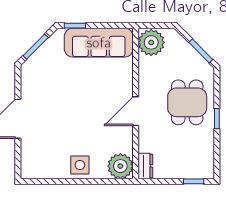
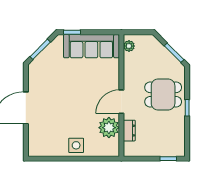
plant: (151, 42) -> (129, 46), width x0.53, depth x0.53
dining table: (187, 102) -> (163, 95), turned 90
plant: (120, 166) -> (109, 128), moved
dresser: (145, 166) -> (129, 131), moved

